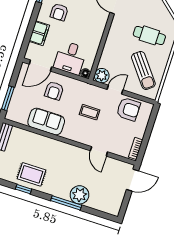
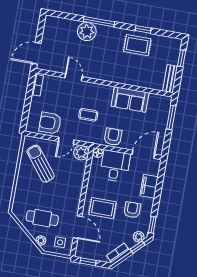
rug: (88, 18) -> (102, 208), added
cafe table: (149, 35) -> (42, 218), moved
armchair: (54, 91) -> (113, 137), moved

